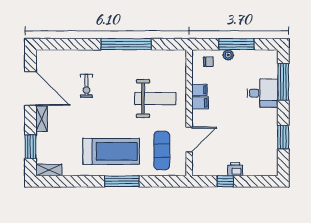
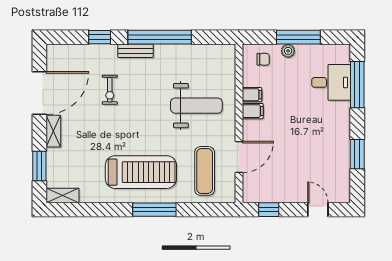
window: (78, 44) -> (100, 37), added
bench: (107, 55) -> (136, 51), added
door: (31, 89) -> (39, 93), hinge flipped
desk: (262, 93) -> (331, 82), moved
printer: (235, 169) -> (297, 194), removed
window: (225, 181) -> (269, 210), moved
door: (252, 181) -> (318, 210), added

